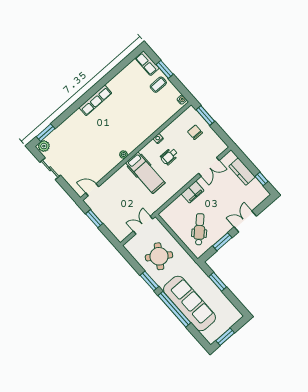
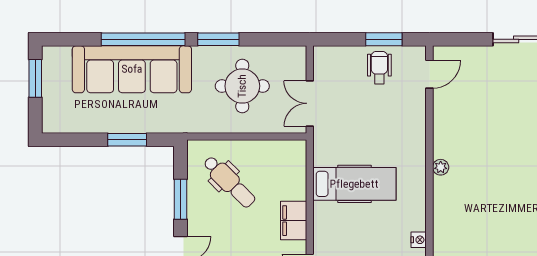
wheelchair: (169, 156) -> (379, 68), moved
hospital bed: (145, 173) -> (354, 184), moved, turned 180
double door: (143, 225) -> (310, 103), swing flipped
round table: (159, 256) -> (242, 86), turned -34

